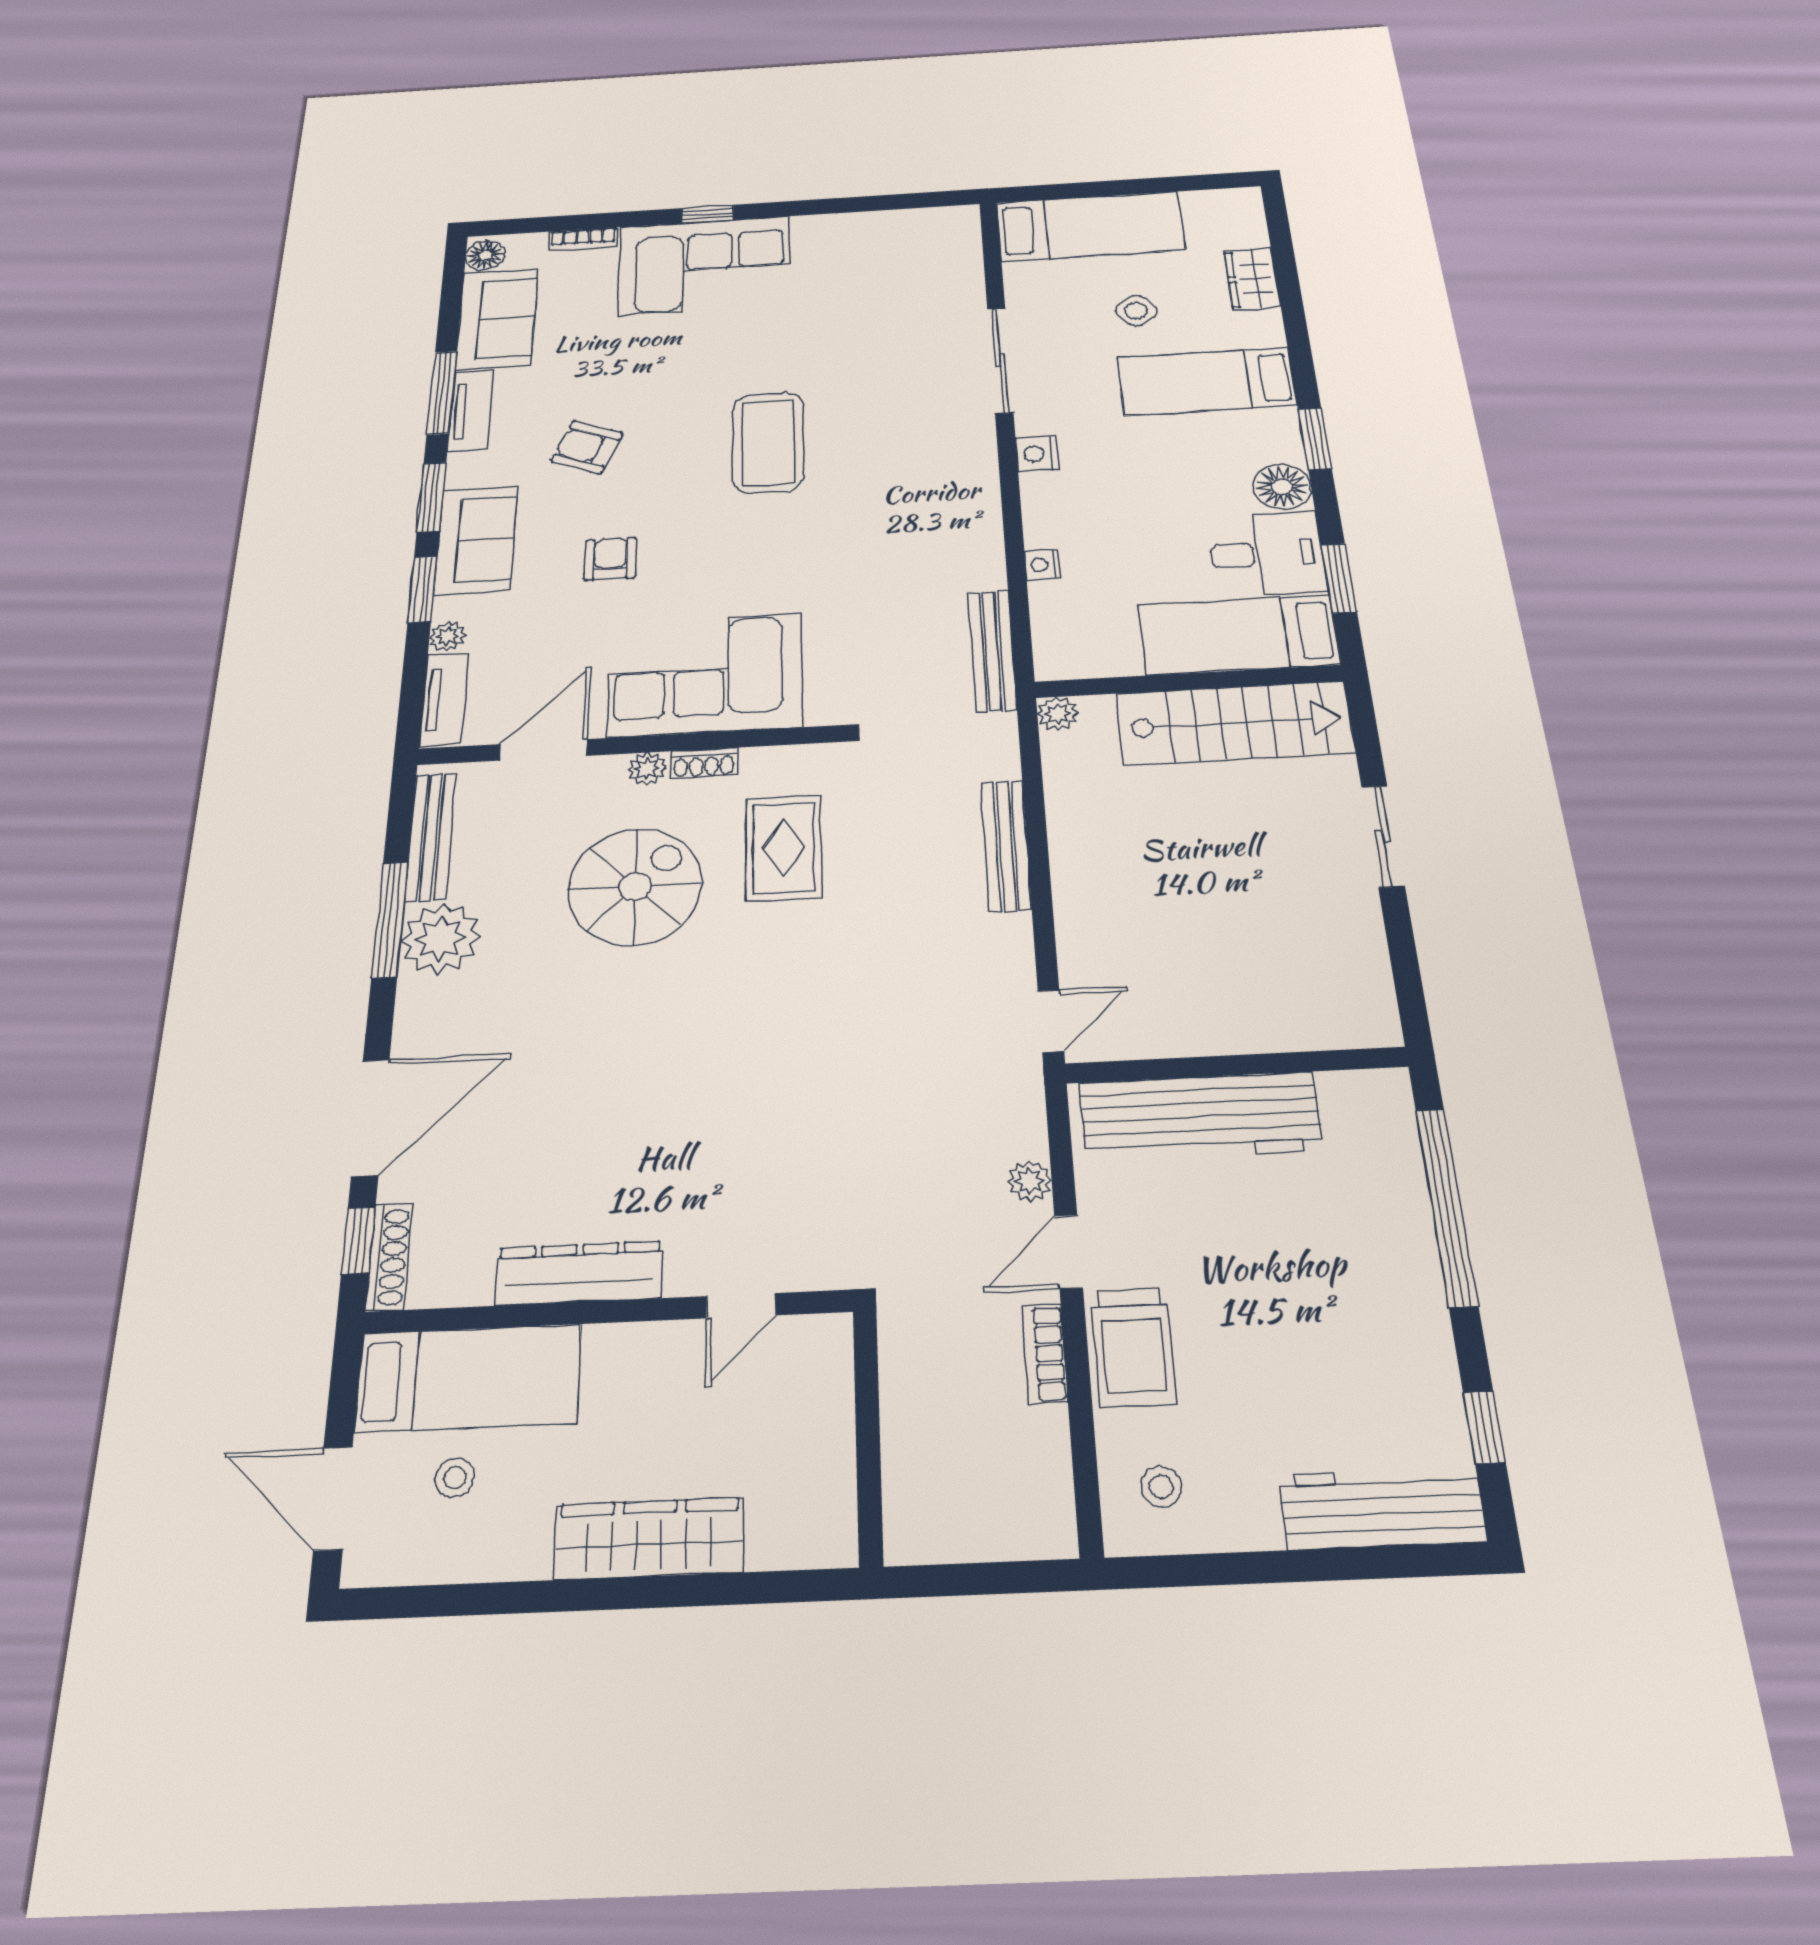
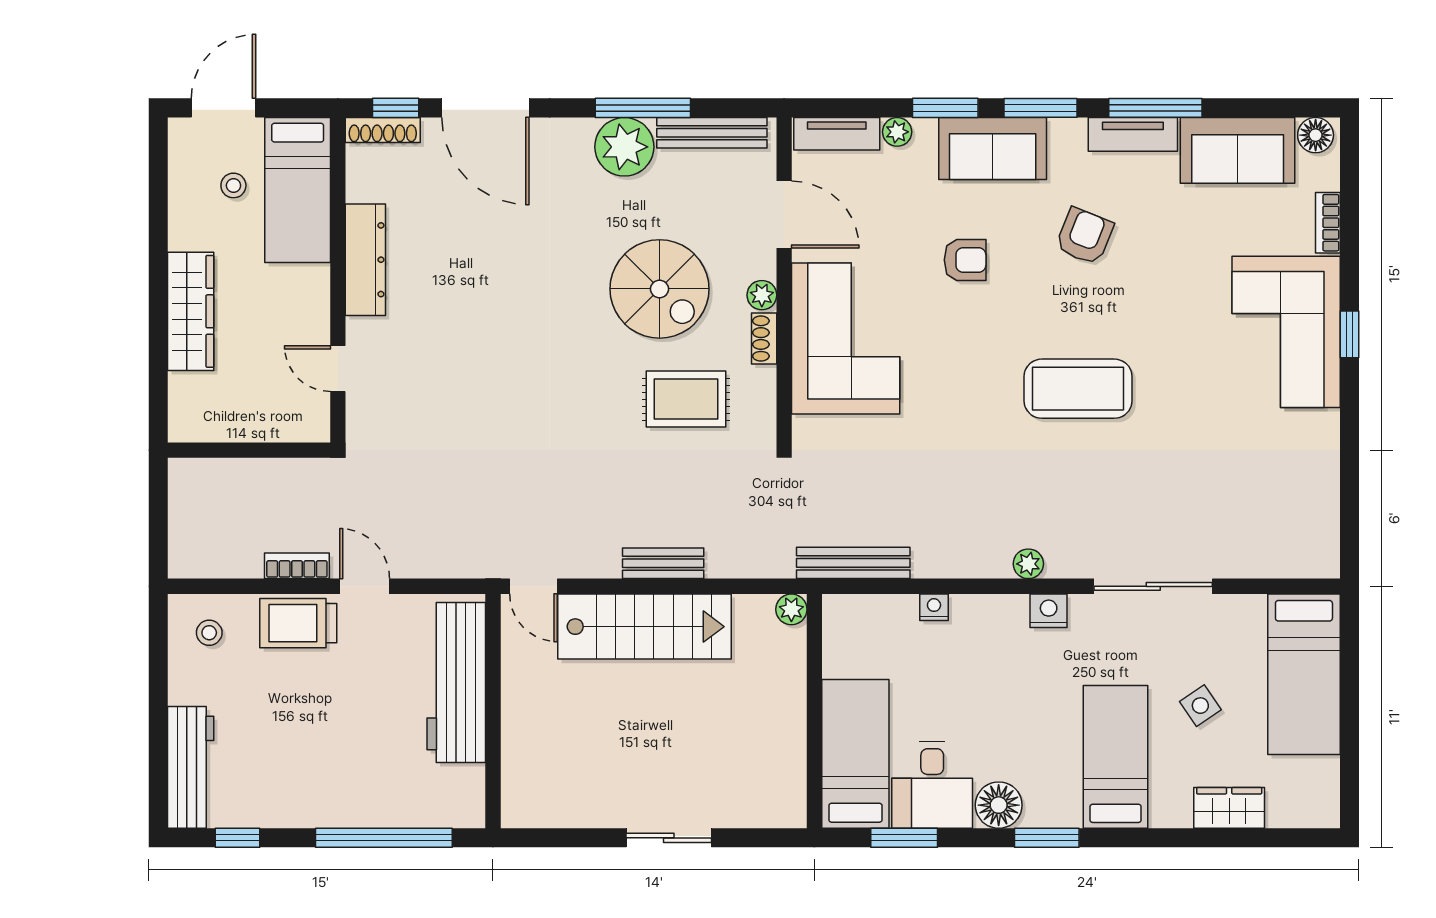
stairs: (1234, 723) -> (645, 627), moved, turned -90
bench: (1006, 845) -> (663, 563), width x0.73
plant: (1030, 1181) -> (1028, 564), moved

